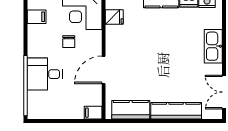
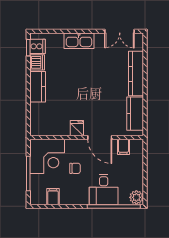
fridge: (114, 17) -> (77, 128), moved
plant: (36, 111) -> (136, 197), added
filing cabinet: (93, 113) -> (123, 147), moved

